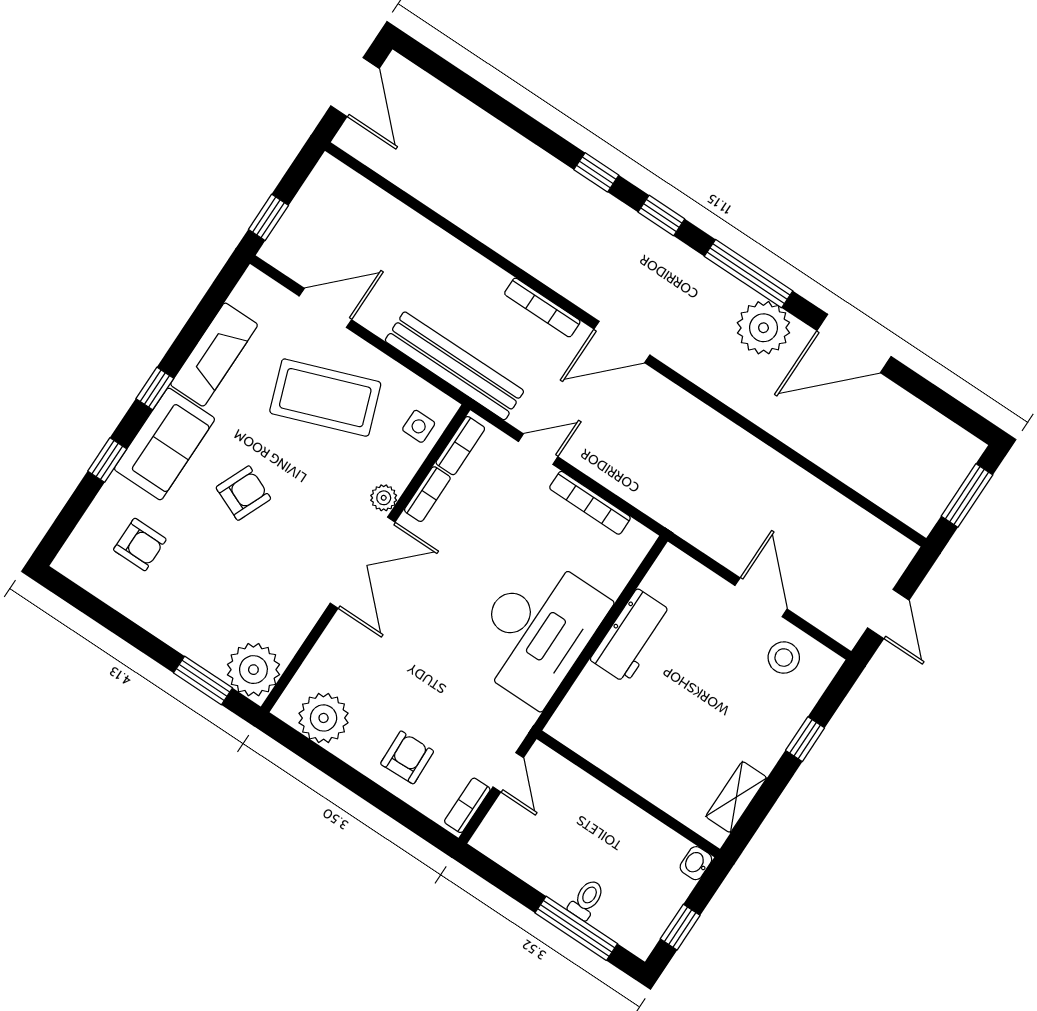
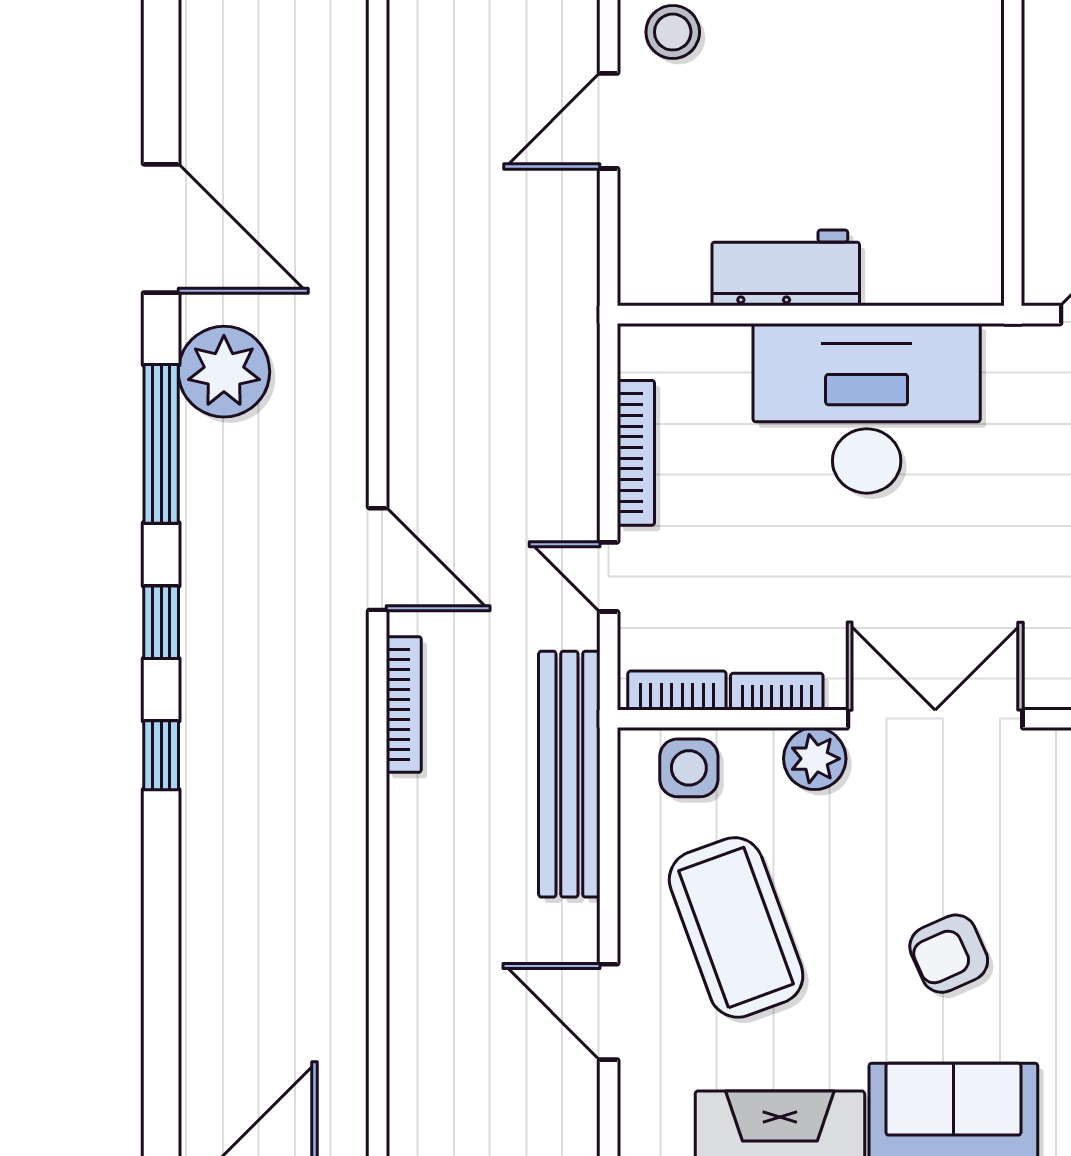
side table: (419, 426) -> (689, 768), width x1.37, depth x1.37
armchair: (243, 493) -> (949, 954), turned -47
plant: (384, 498) -> (815, 759), width x1.38, depth x1.38

